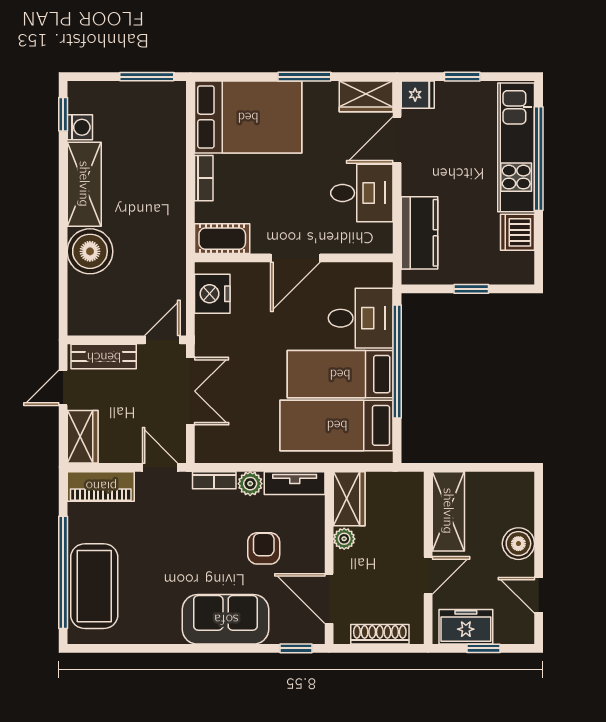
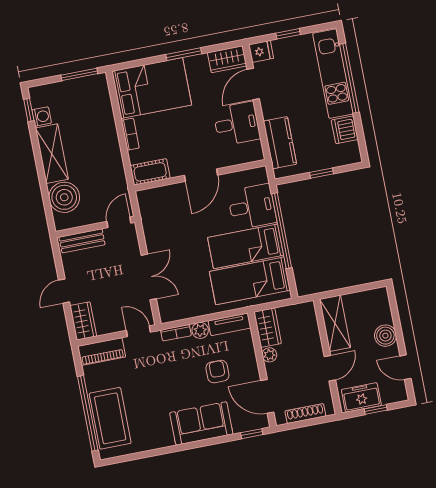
nightstand: (212, 294) -> (151, 210), removed
wall: (127, 340) -> (95, 227), moved
door: (162, 340) -> (119, 222), moved
bench: (104, 357) -> (82, 241), moved

